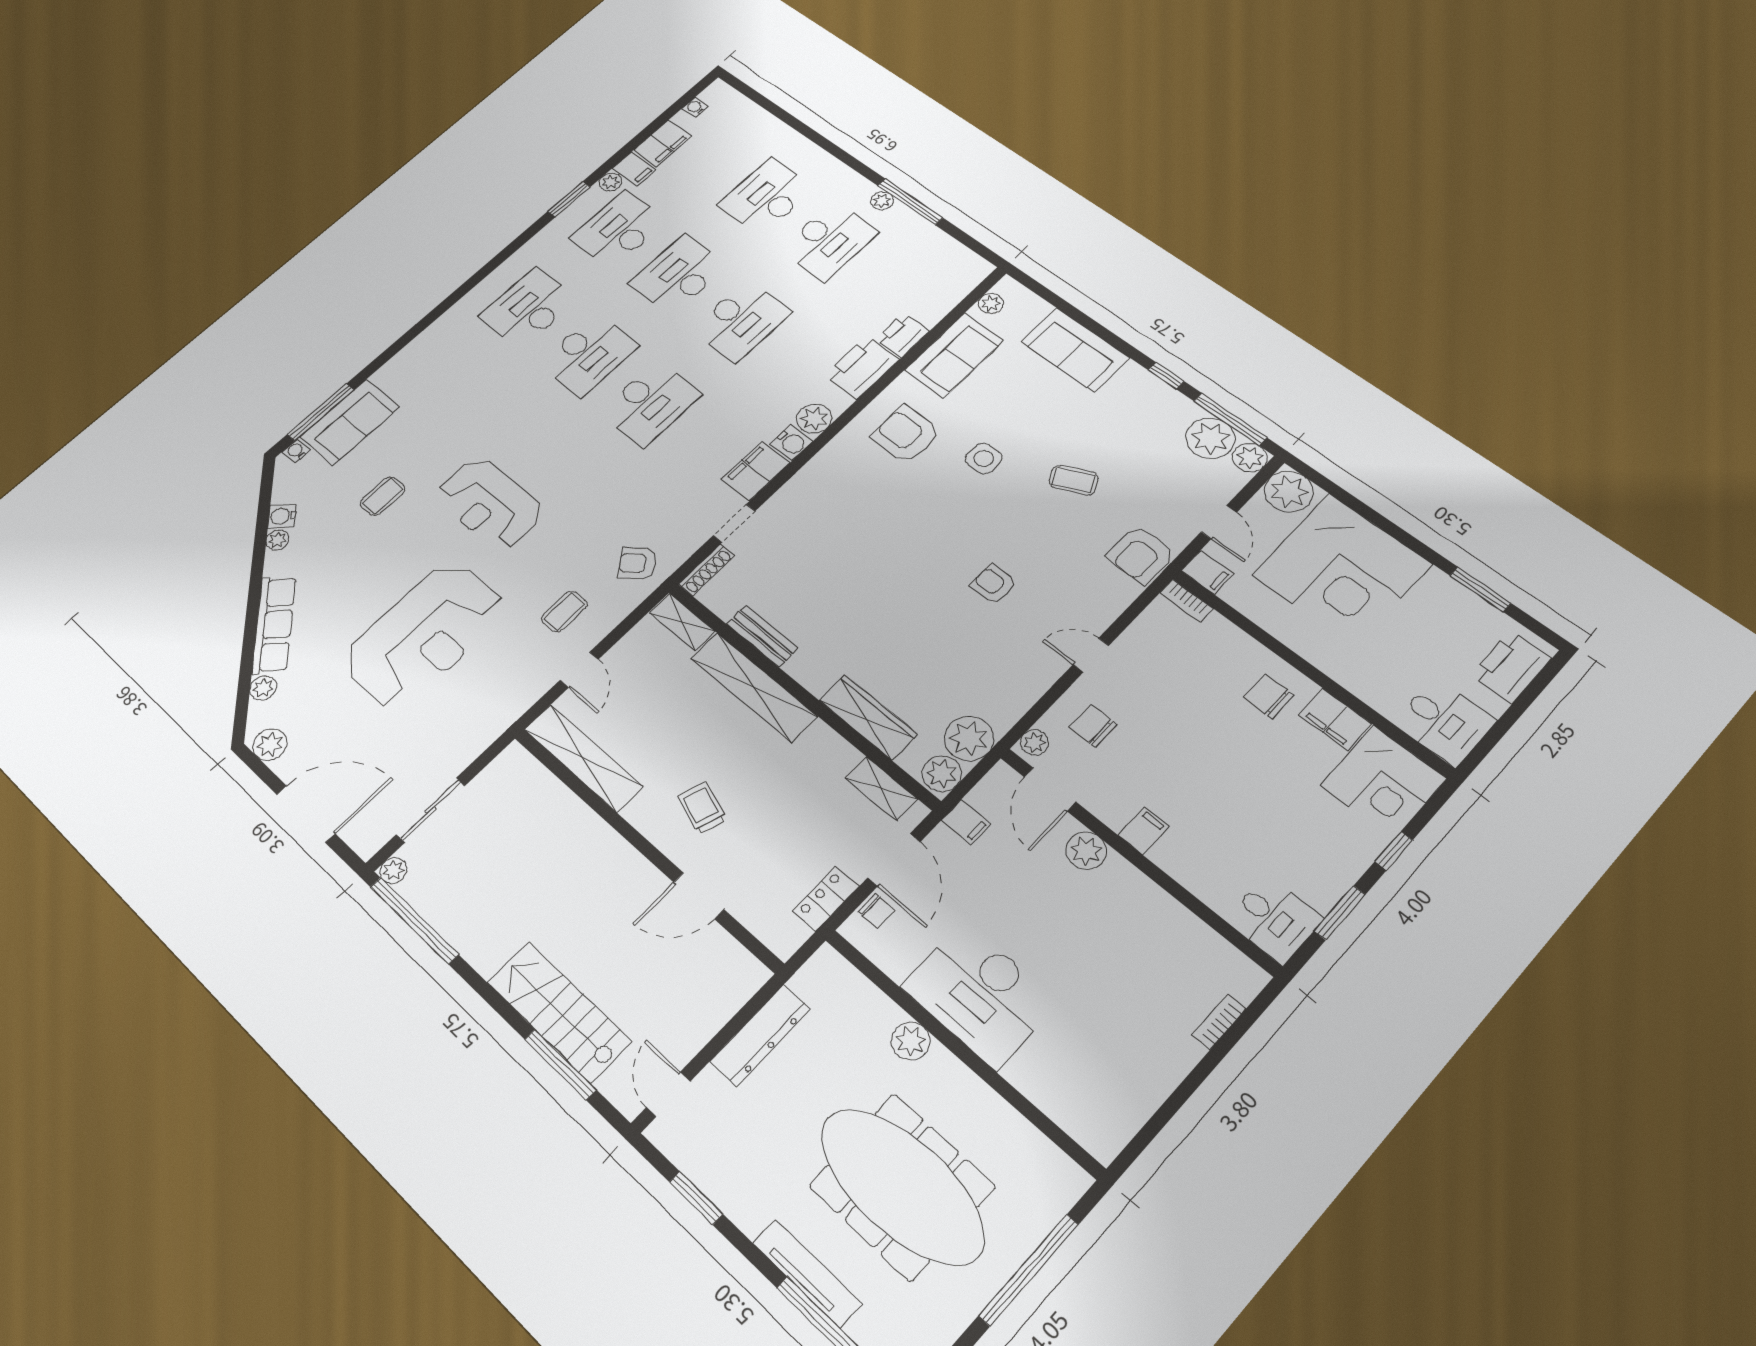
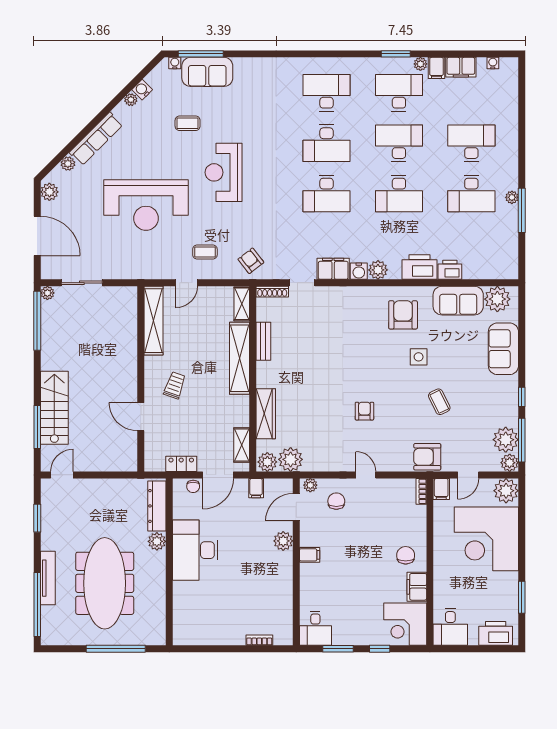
plant: (991, 303) -> (497, 299), width x1.88, depth x1.88
dresser: (760, 1035) -> (157, 506), moved, turned 90

